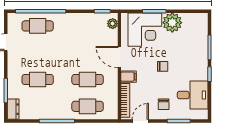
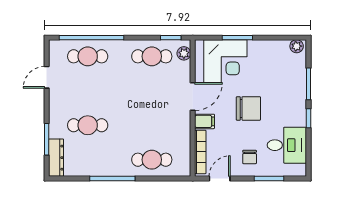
plant: (172, 23) -> (297, 46), moved, width x0.53, depth x0.53
door: (119, 57) -> (193, 97), swing flipped
chair: (163, 66) -> (248, 108), width x1.87, depth x1.87
cafe table: (88, 80) -> (152, 56), moved
dresser: (13, 109) -> (56, 158), width x1.44

